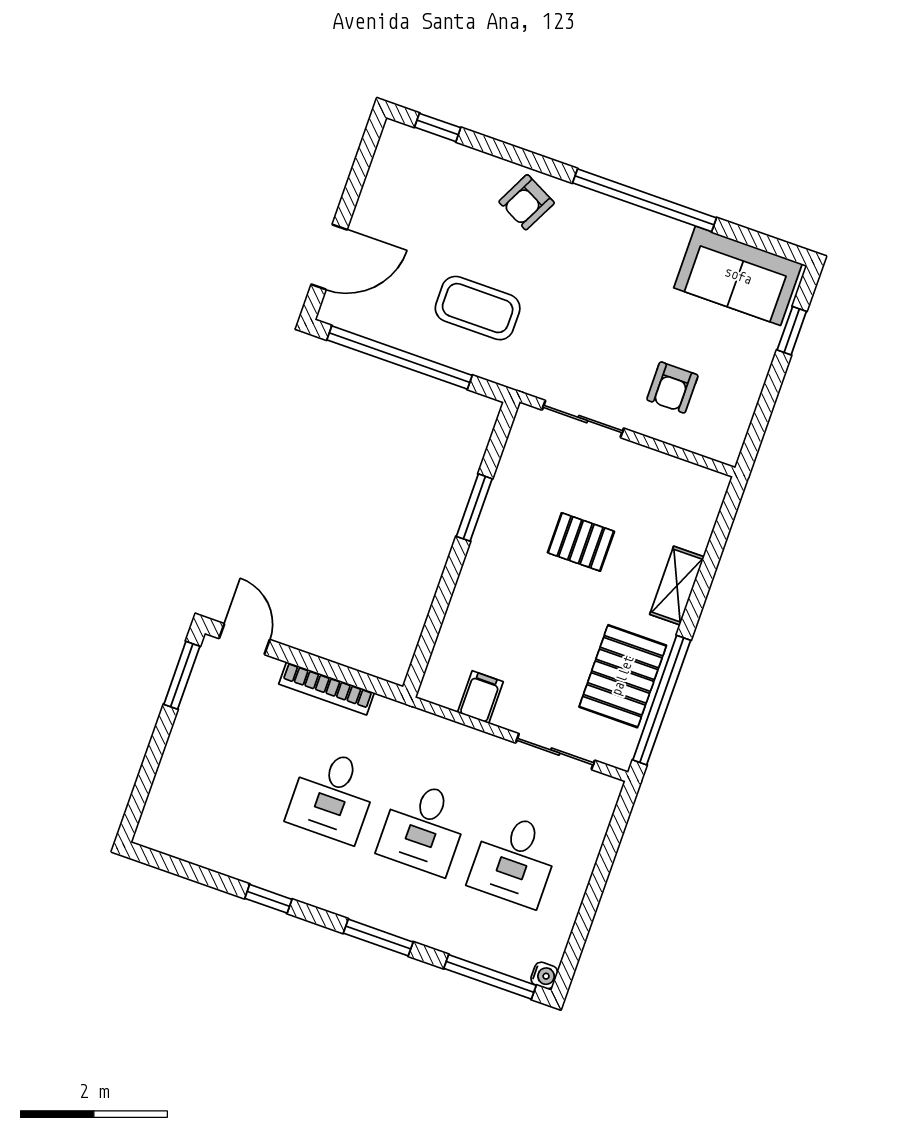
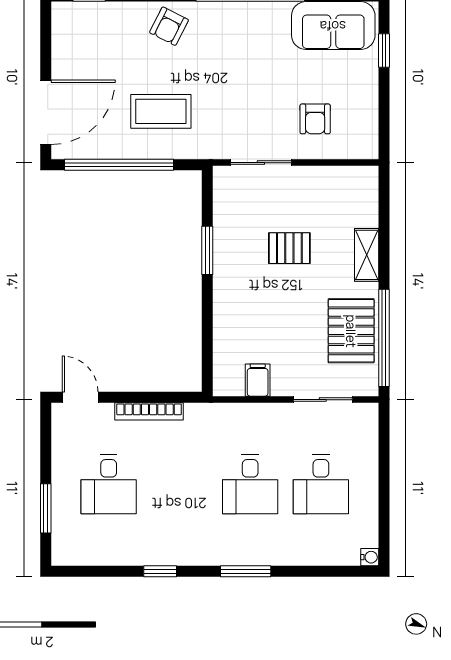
door: (329, 257) -> (46, 112), width x1.36
window: (182, 675) -> (46, 508), moved
desk: (333, 796) -> (109, 484), moved
window: (490, 977) -> (333, 571), removed

